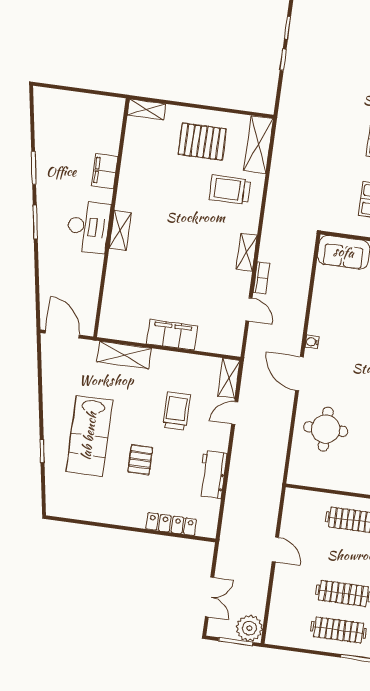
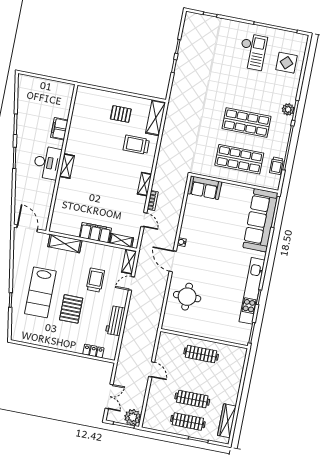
shelving: (146, 109) -> (121, 241), moved
pallet: (202, 142) -> (121, 114), width x0.67, depth x0.71
pallet: (140, 460) -> (71, 309), width x1.50, depth x1.42
locker: (171, 524) -> (93, 351), width x0.66

